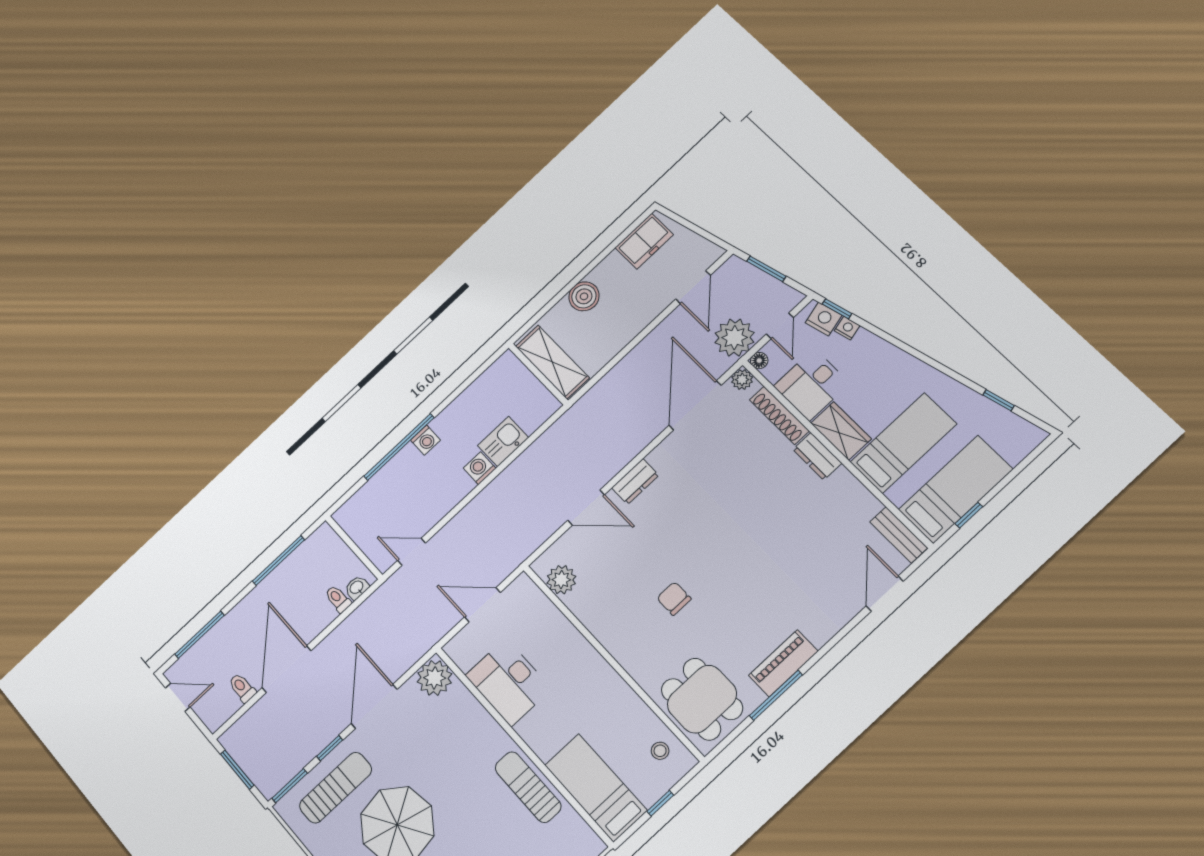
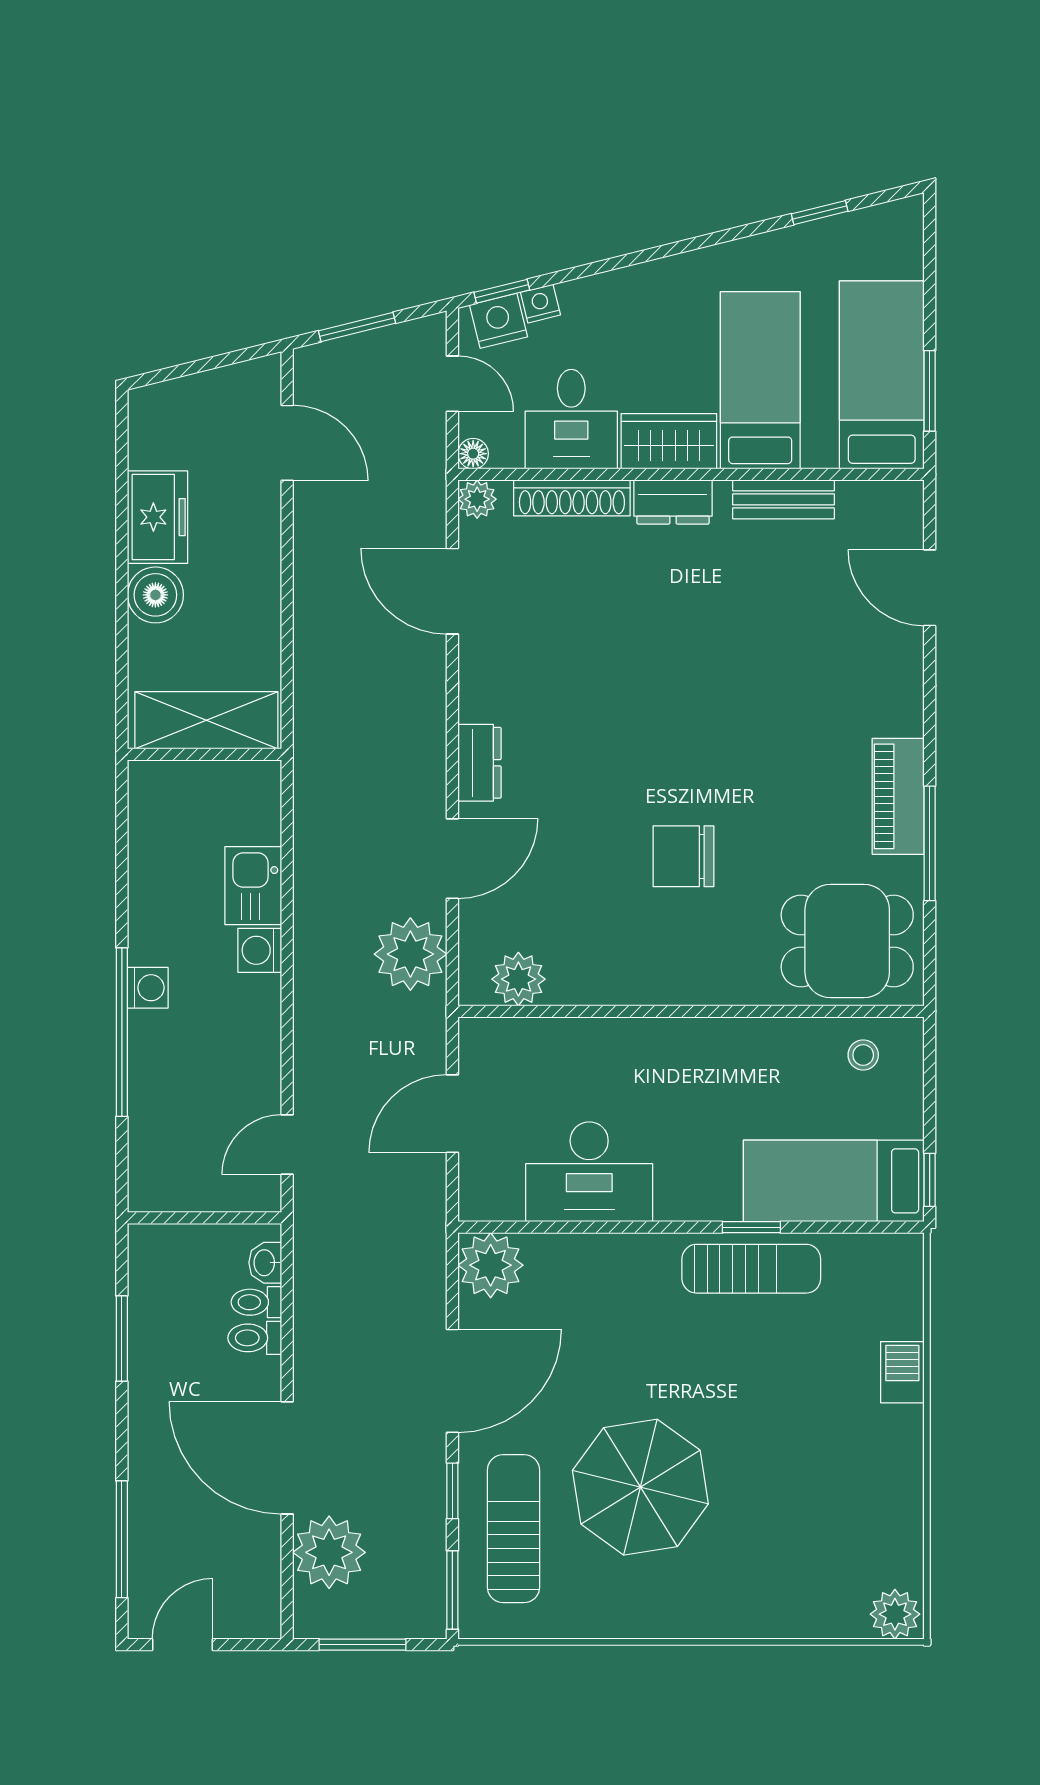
freezer: (644, 241) -> (157, 517), moved
plant: (735, 338) -> (410, 954), moved
door: (695, 405) -> (452, 591), width x0.73
window: (969, 515) -> (930, 391), width x1.50
bench: (899, 535) -> (783, 499), moved
window: (278, 561) -> (122, 1338), width x0.69
chair: (674, 598) -> (683, 856), width x1.37, depth x1.37
toilet: (242, 688) -> (255, 1338), moved
door: (374, 706) -> (452, 1381), swing flipped
plant: (263, 721) -> (329, 1552), added
window: (545, 771) -> (751, 1227), added
sun lounger: (528, 787) -> (751, 1269), turned 180
window: (660, 803) -> (930, 1180), moved

